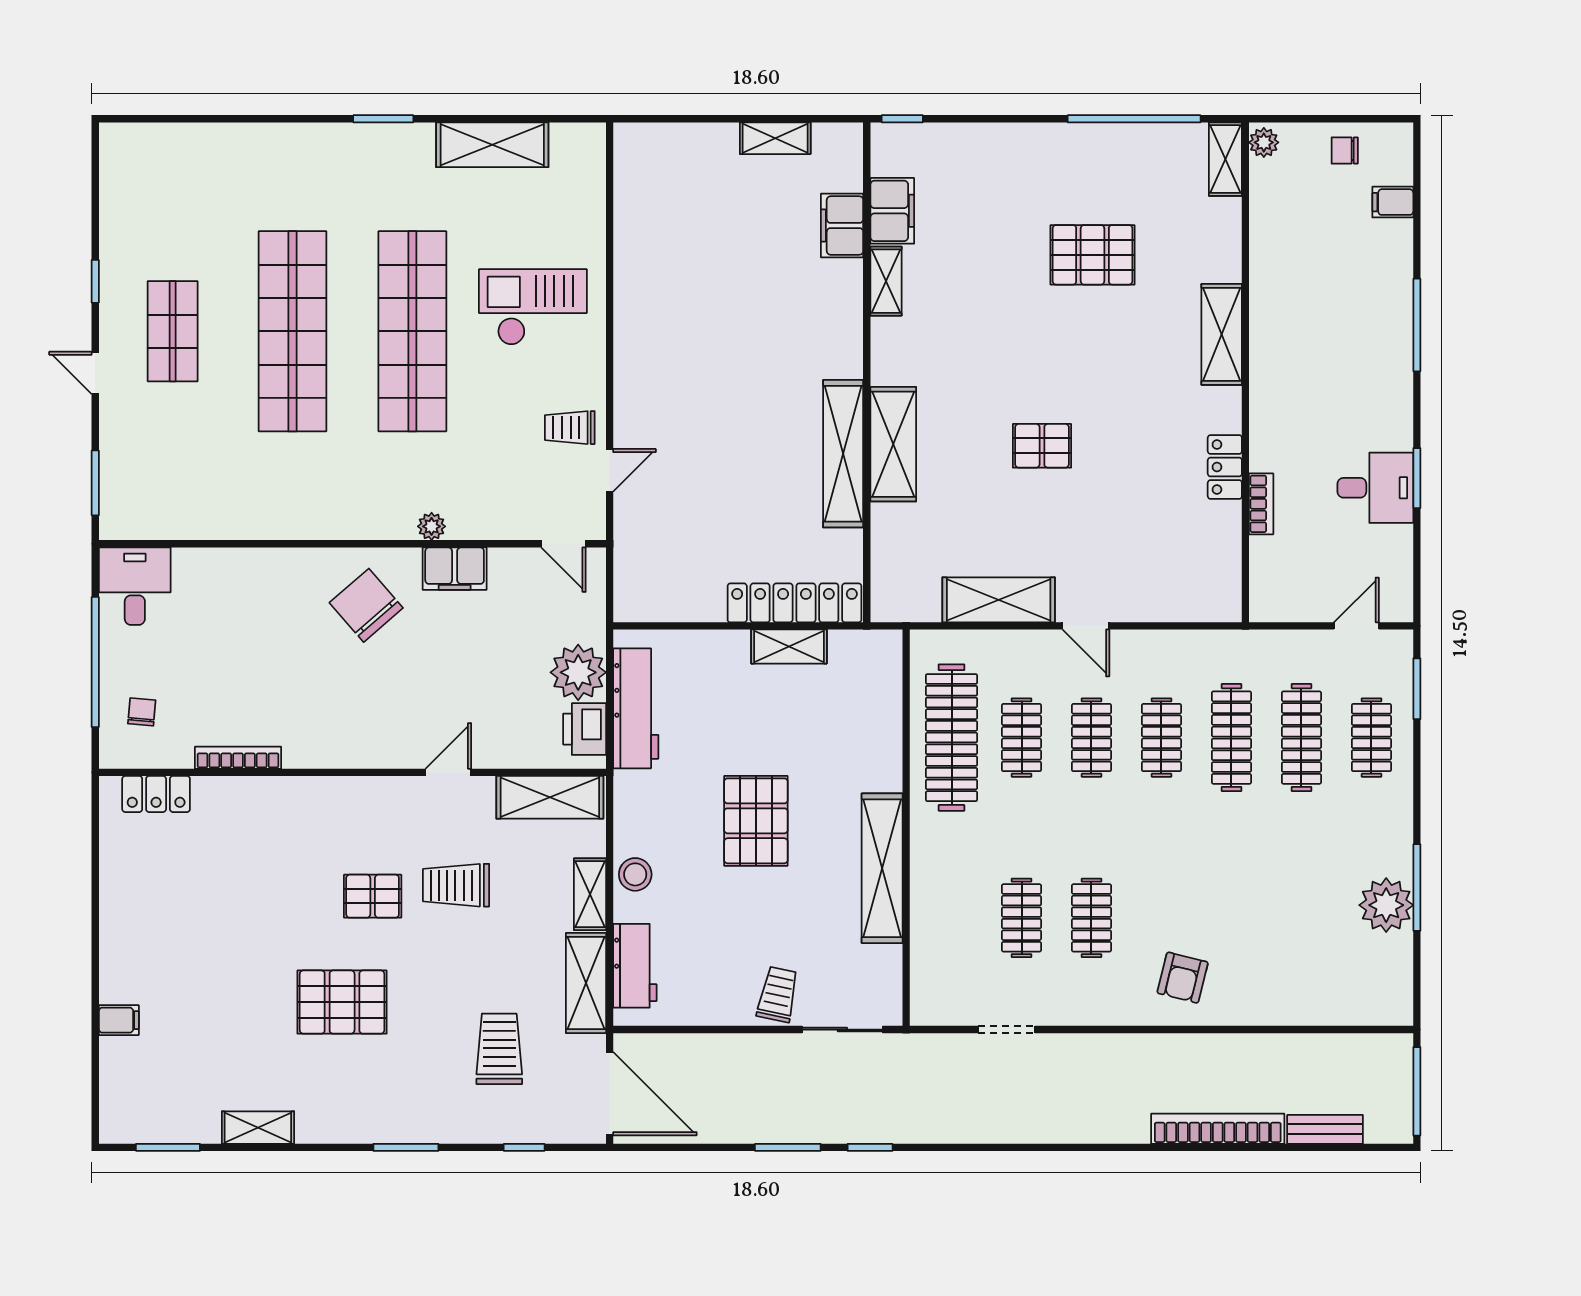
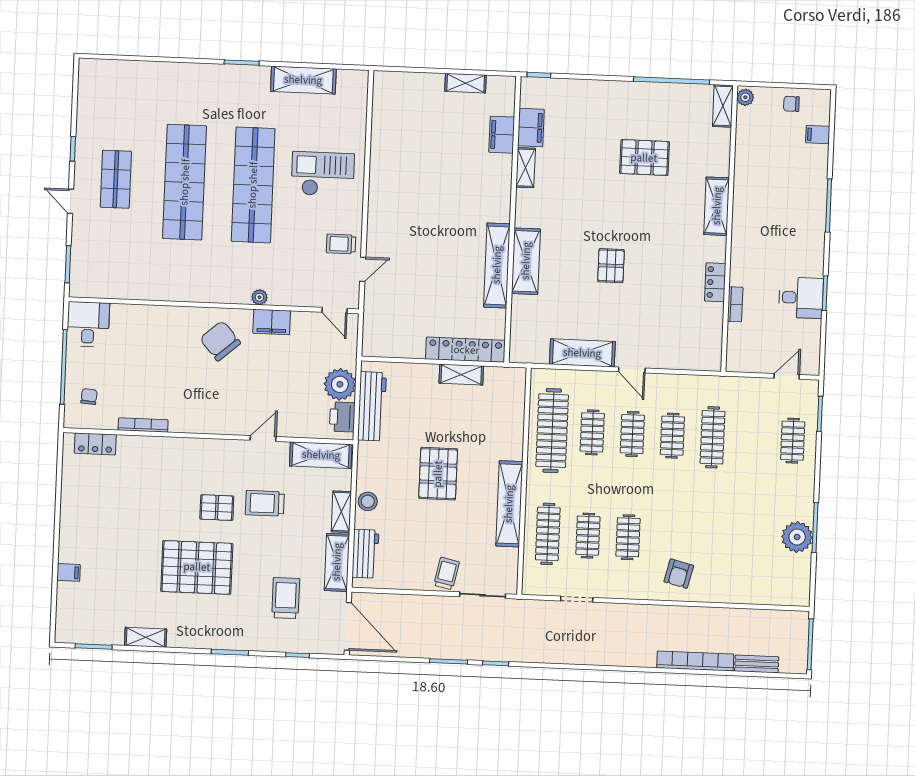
pallet: (1042, 446) -> (611, 266), turned 90
clothes rail: (1301, 738) -> (548, 534), moved
pallet: (342, 1002) -> (197, 567), width x1.37, depth x1.41

